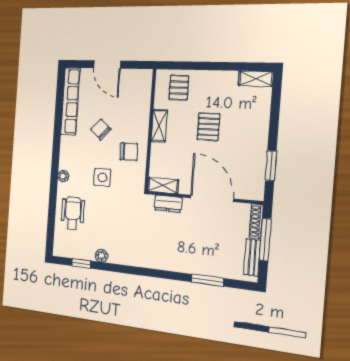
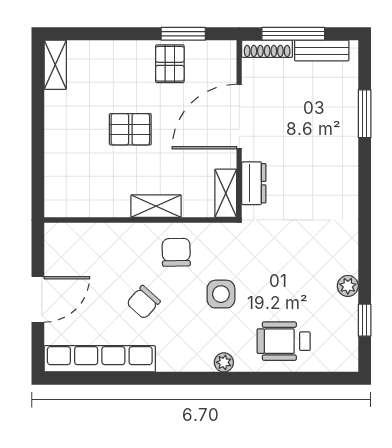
pallet: (179, 88) -> (170, 64), moved, turned 90
shelving: (159, 126) -> (156, 206), moved

